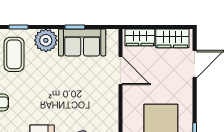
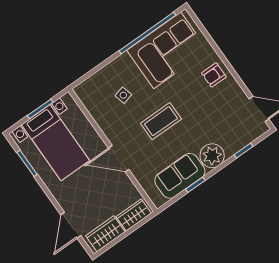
coffee table: (14, 54) -> (161, 121), moved, turned 90
door: (120, 71) -> (119, 159), moved

